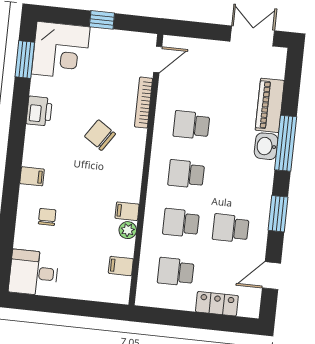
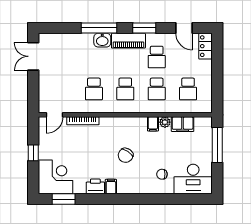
door: (158, 59) -> (55, 115), swing flipped
piano: (270, 105) -> (128, 41), moved
chair: (100, 135) -> (126, 155), moved
filing cabinet: (32, 176) -> (111, 187), moved
filing cabinet: (121, 266) -> (183, 124), width x2.00
desk: (34, 273) -> (193, 179), width x1.37
locker: (217, 304) -> (206, 46), moved
window: (84, 308) -> (217, 145), added

